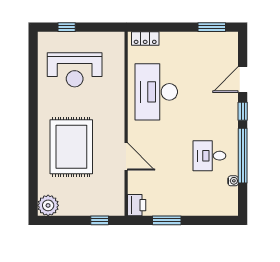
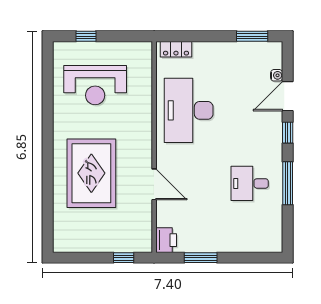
window: (243, 156) -> (288, 183), width x0.68
water cooler: (233, 181) -> (277, 75), moved
plant: (48, 205) -> (65, 240), removed

